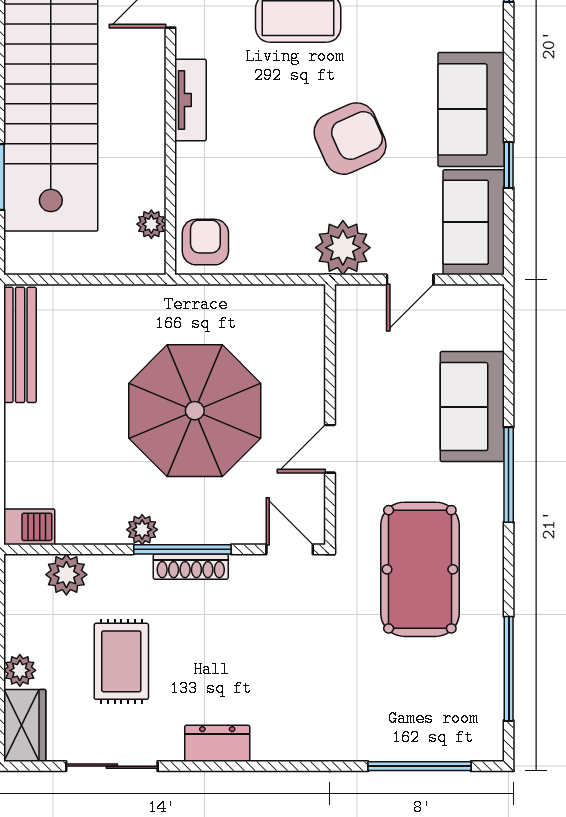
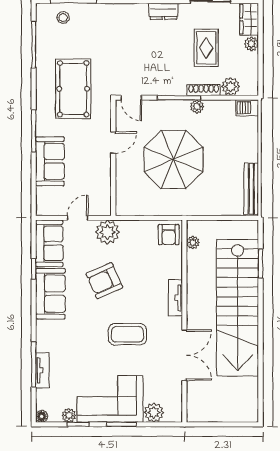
shoe rack: (191, 567) -> (204, 90), moved
stool: (443, 729) -> (63, 18), added

